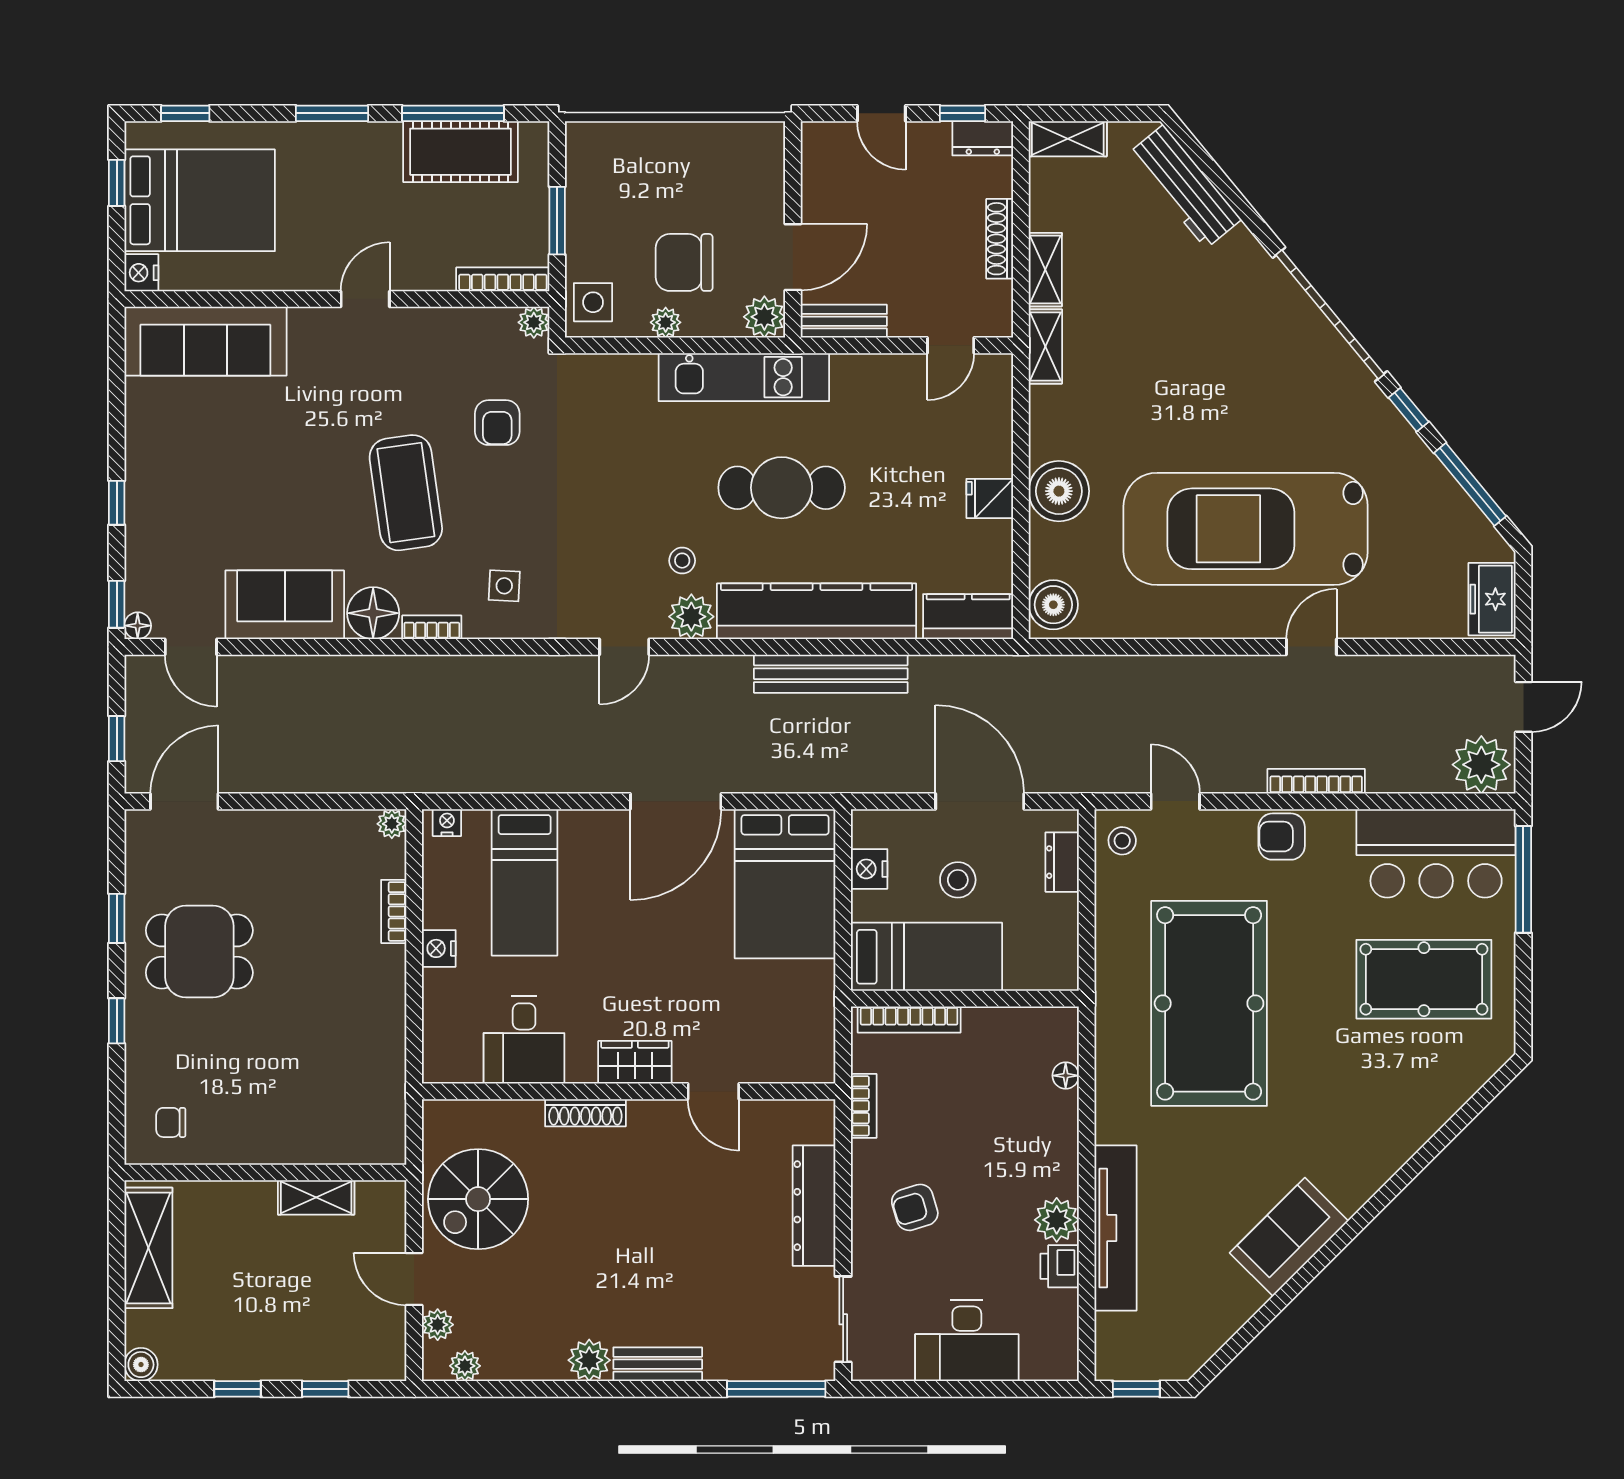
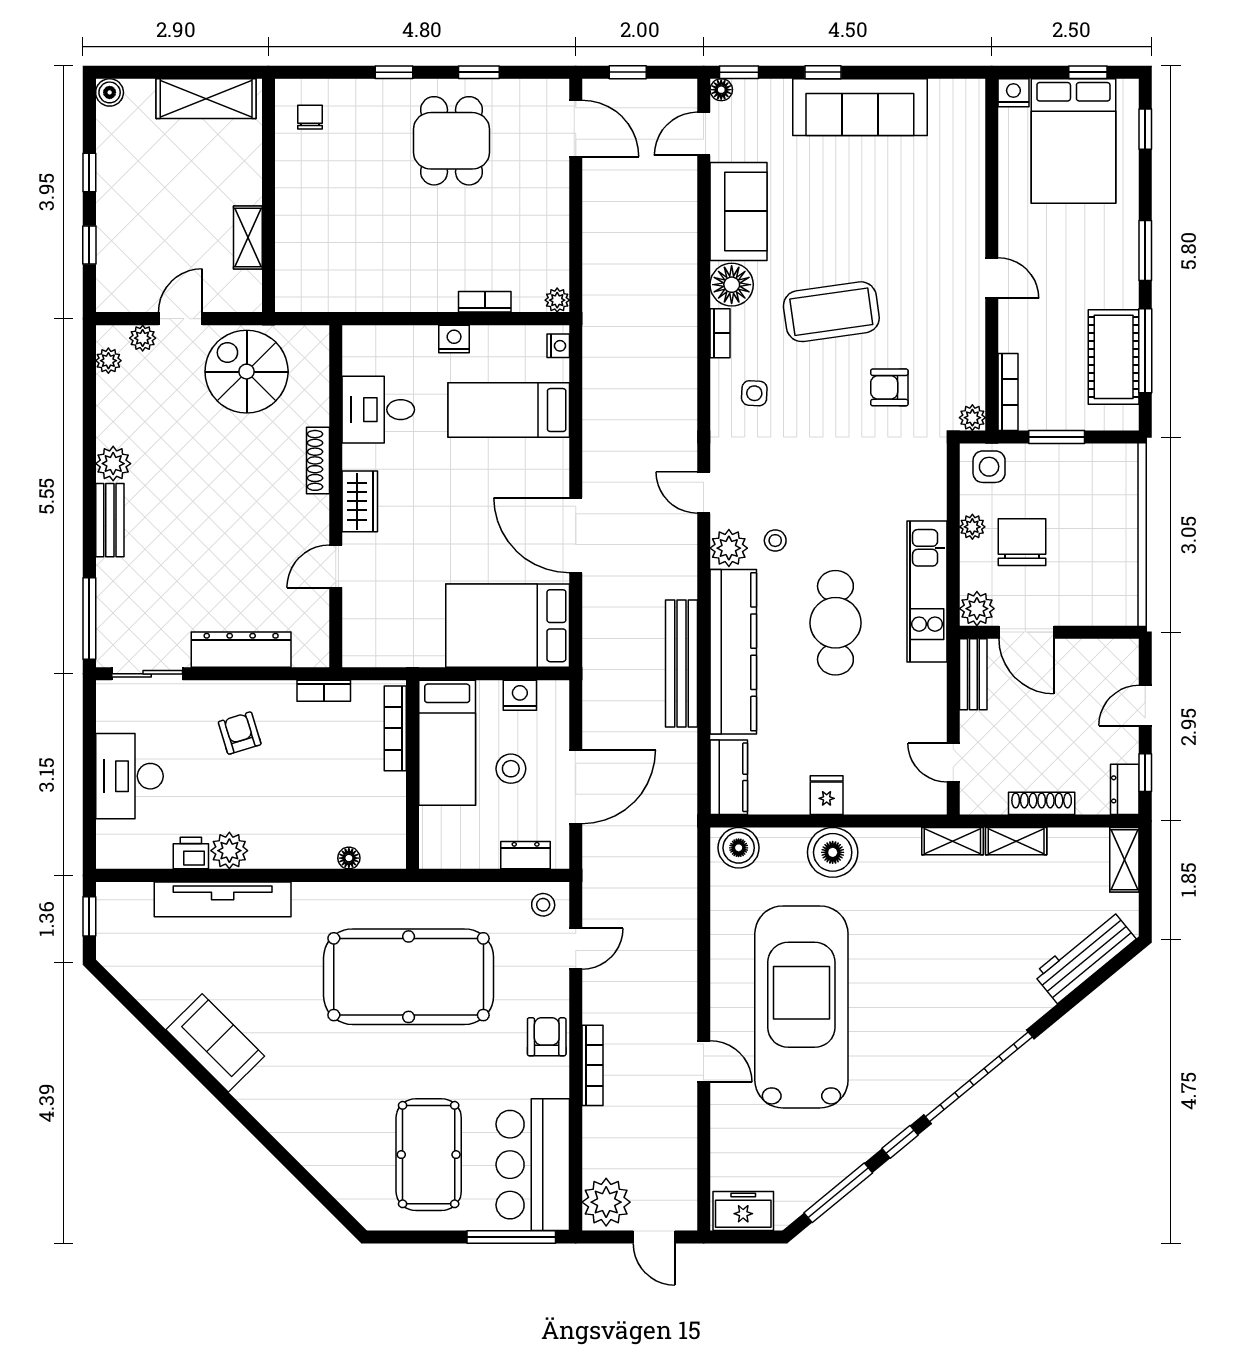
sofa: (205, 341) -> (860, 107), moved, turned -90

